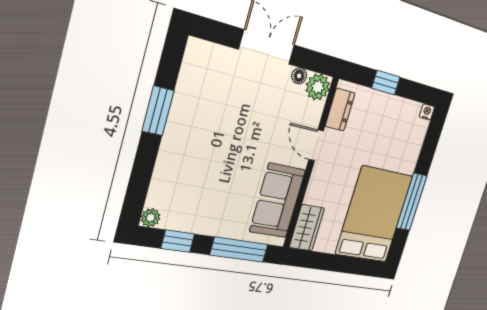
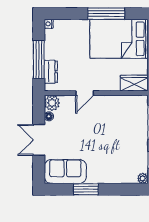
window: (386, 83) -> (39, 59), width x2.17
dresser: (340, 110) -> (51, 72), moved, turned 90
sofa: (278, 201) -> (65, 172), moved, turned 180

